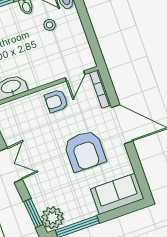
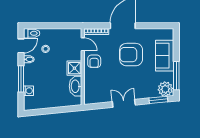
shower: (36, 76) -> (74, 68), added
armchair: (85, 151) -> (131, 55), turned 180
sofa: (117, 194) -> (165, 56), moved

